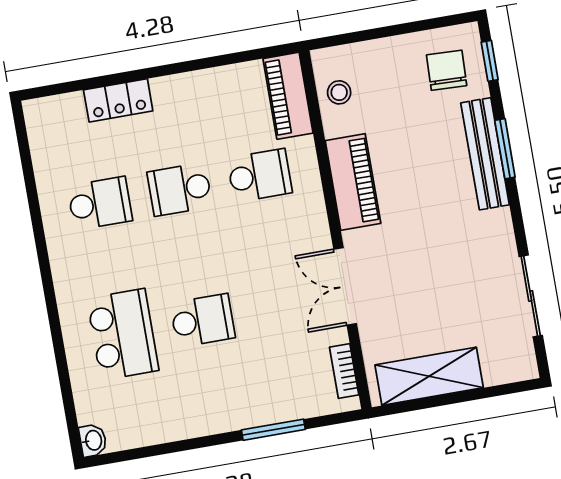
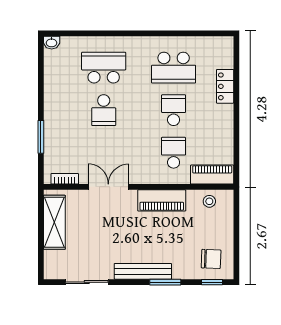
bench: (485, 154) -> (143, 271), moved
school desk: (260, 175) -> (174, 153), turned 180
school desk: (100, 203) -> (174, 68), width x1.85
school desk: (123, 334) -> (104, 68), turned 180

